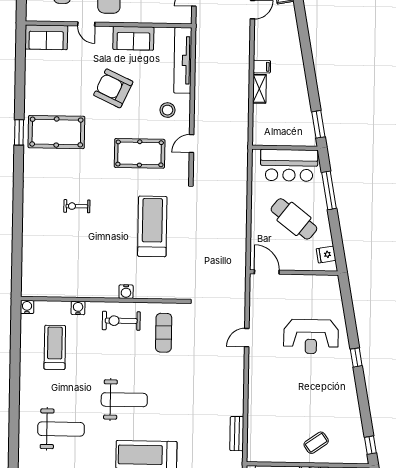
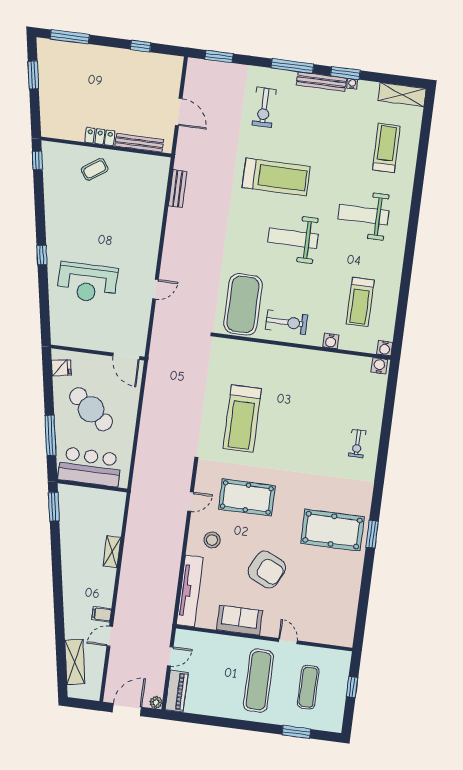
sofa: (46, 37) -> (332, 632), removed
filing cabinet: (262, 67) -> (102, 614), moved
exercise bike: (77, 206) -> (357, 444), moved, turned 90
water cooler: (126, 292) -> (379, 366), moved
exercise mat: (164, 333) -> (243, 304), width x2.00, depth x1.45
reception desk: (311, 336) -> (87, 283), turned 180

